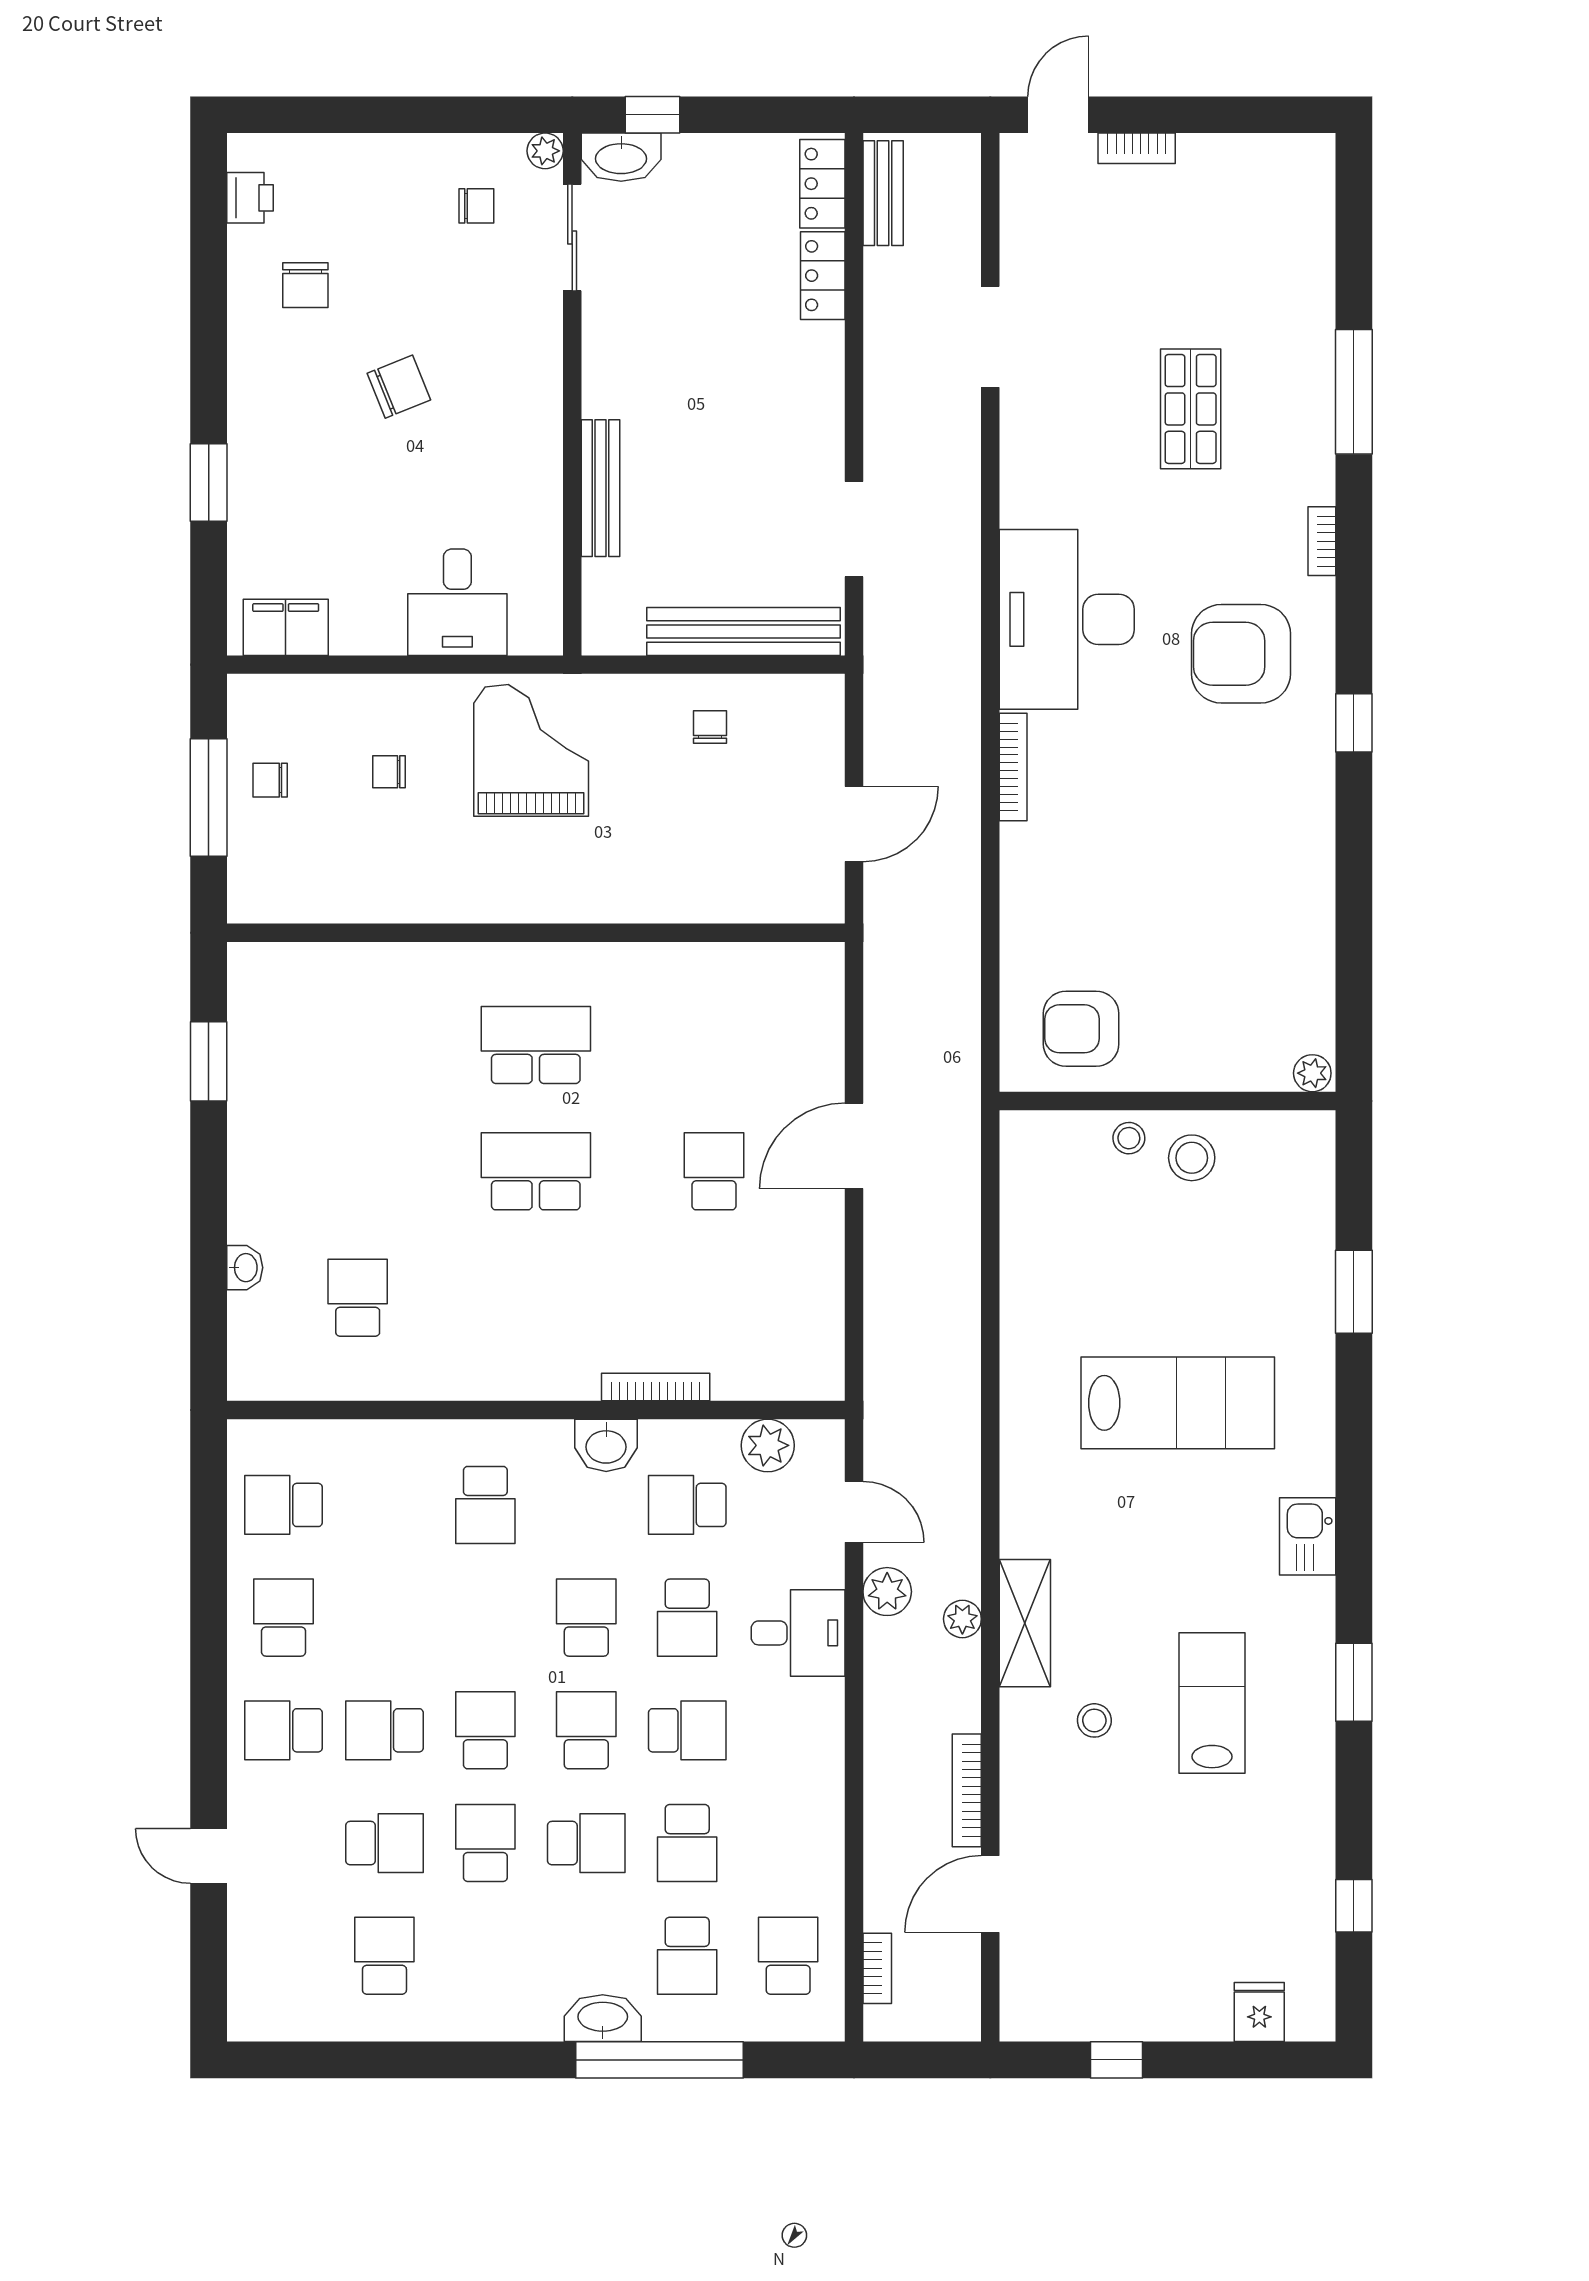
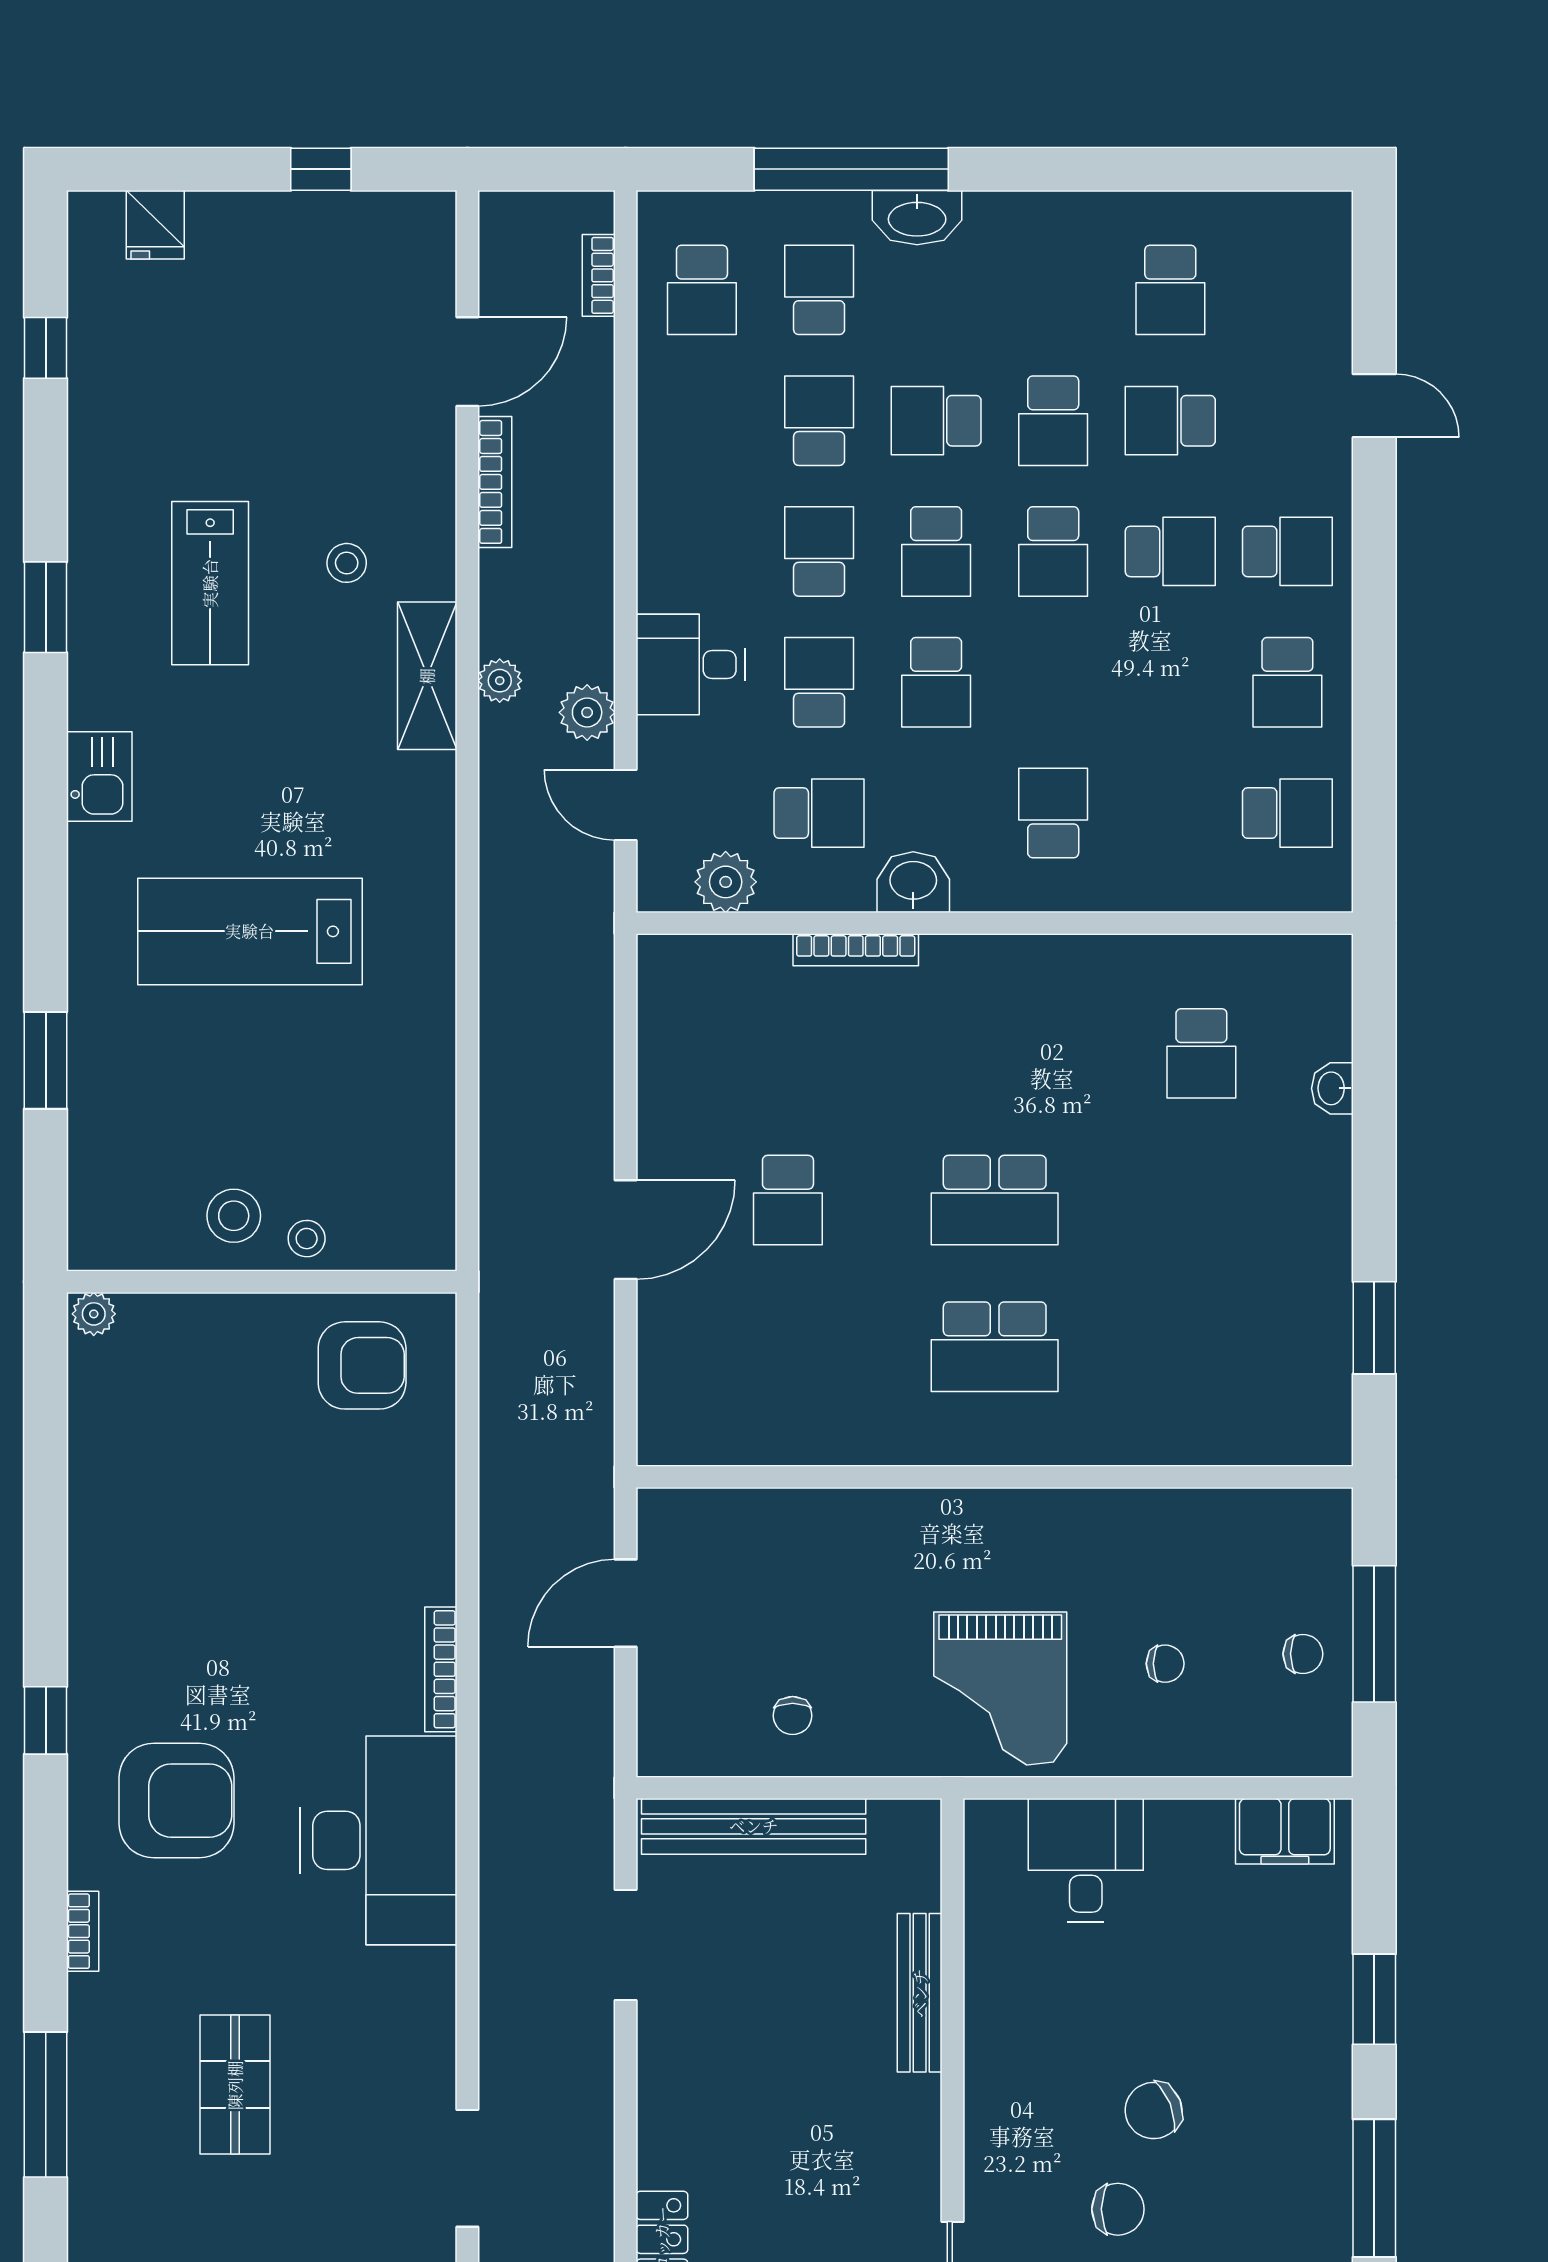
chair: (305, 285) -> (1118, 2209), moved, turned 90
window: (209, 320) -> (1374, 2188), added
school desk: (687, 1730) -> (819, 551), turned 90

